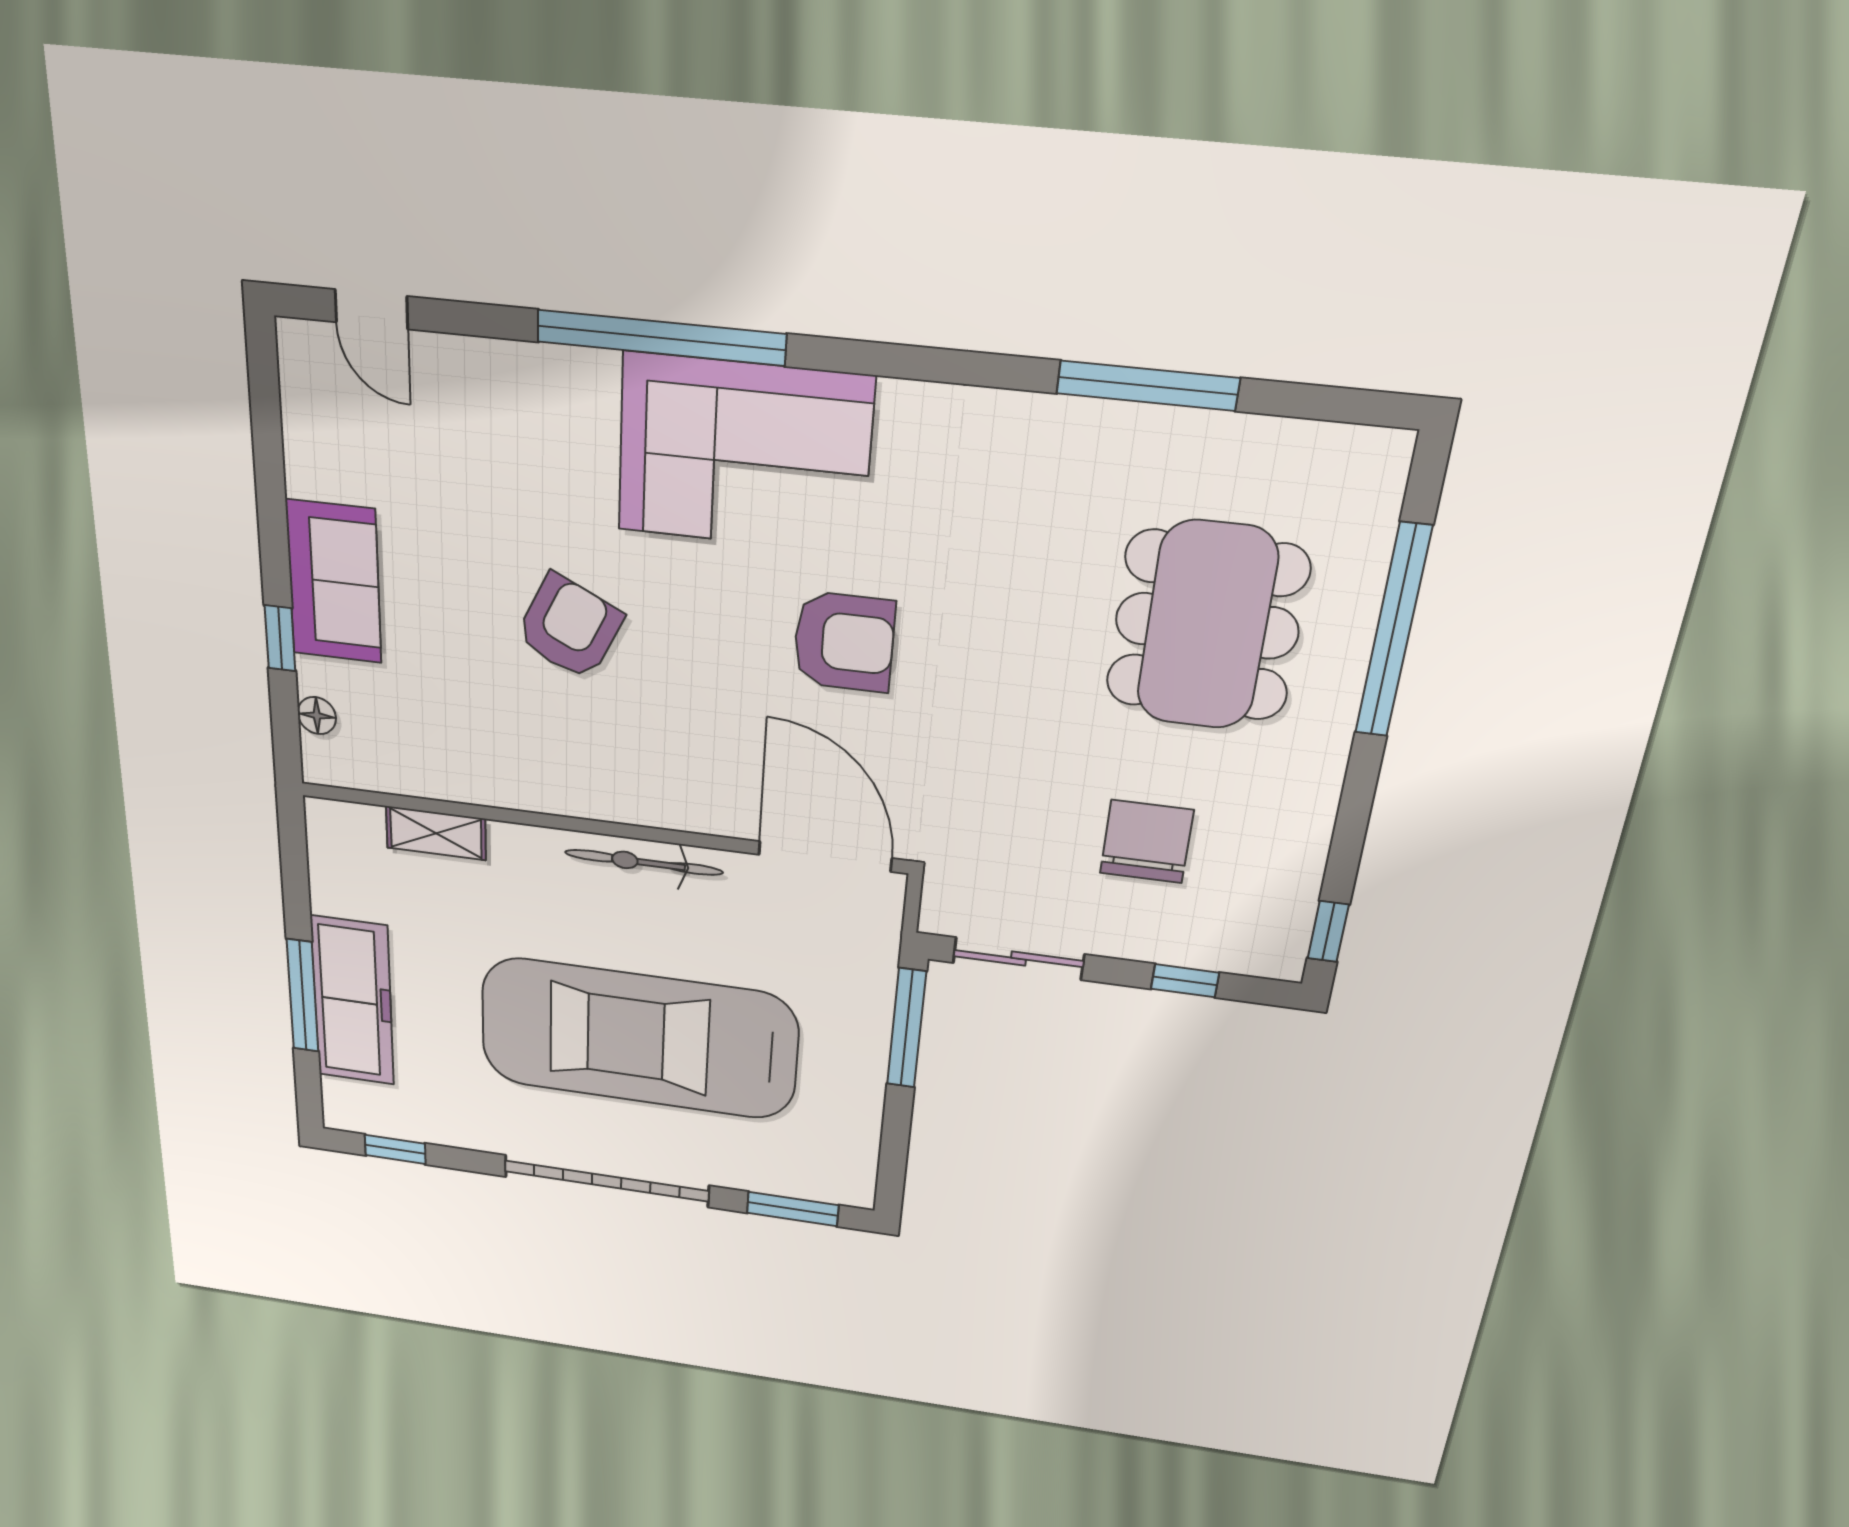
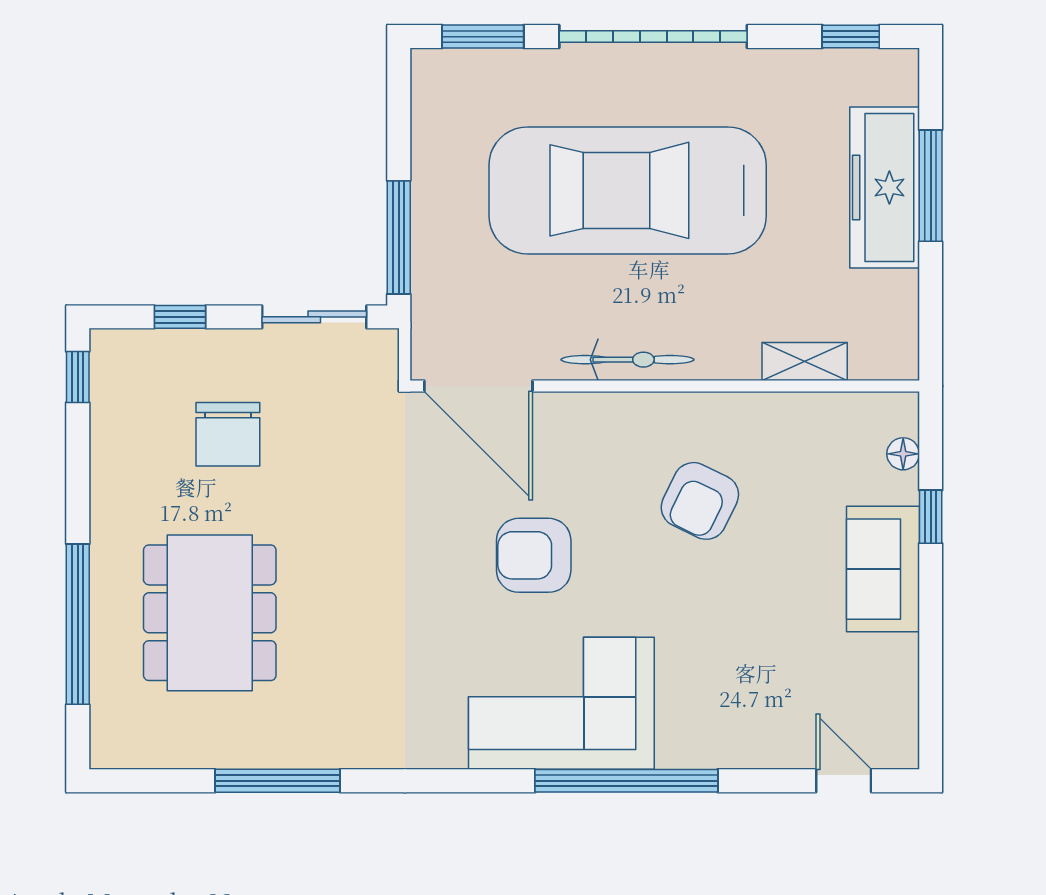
armchair: (569, 627) -> (700, 501), moved
armchair: (844, 642) -> (534, 555), moved
car: (638, 1039) -> (628, 190), turned 180

